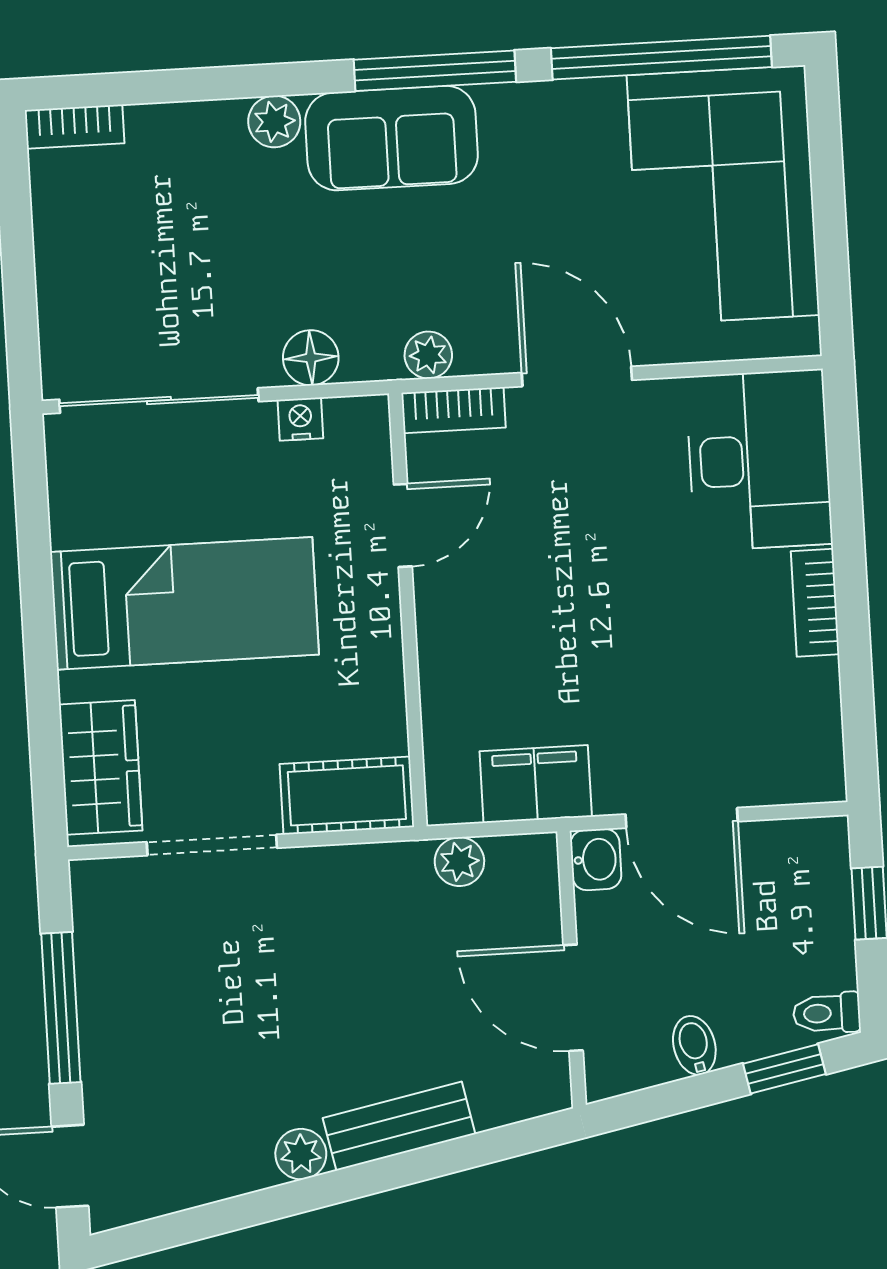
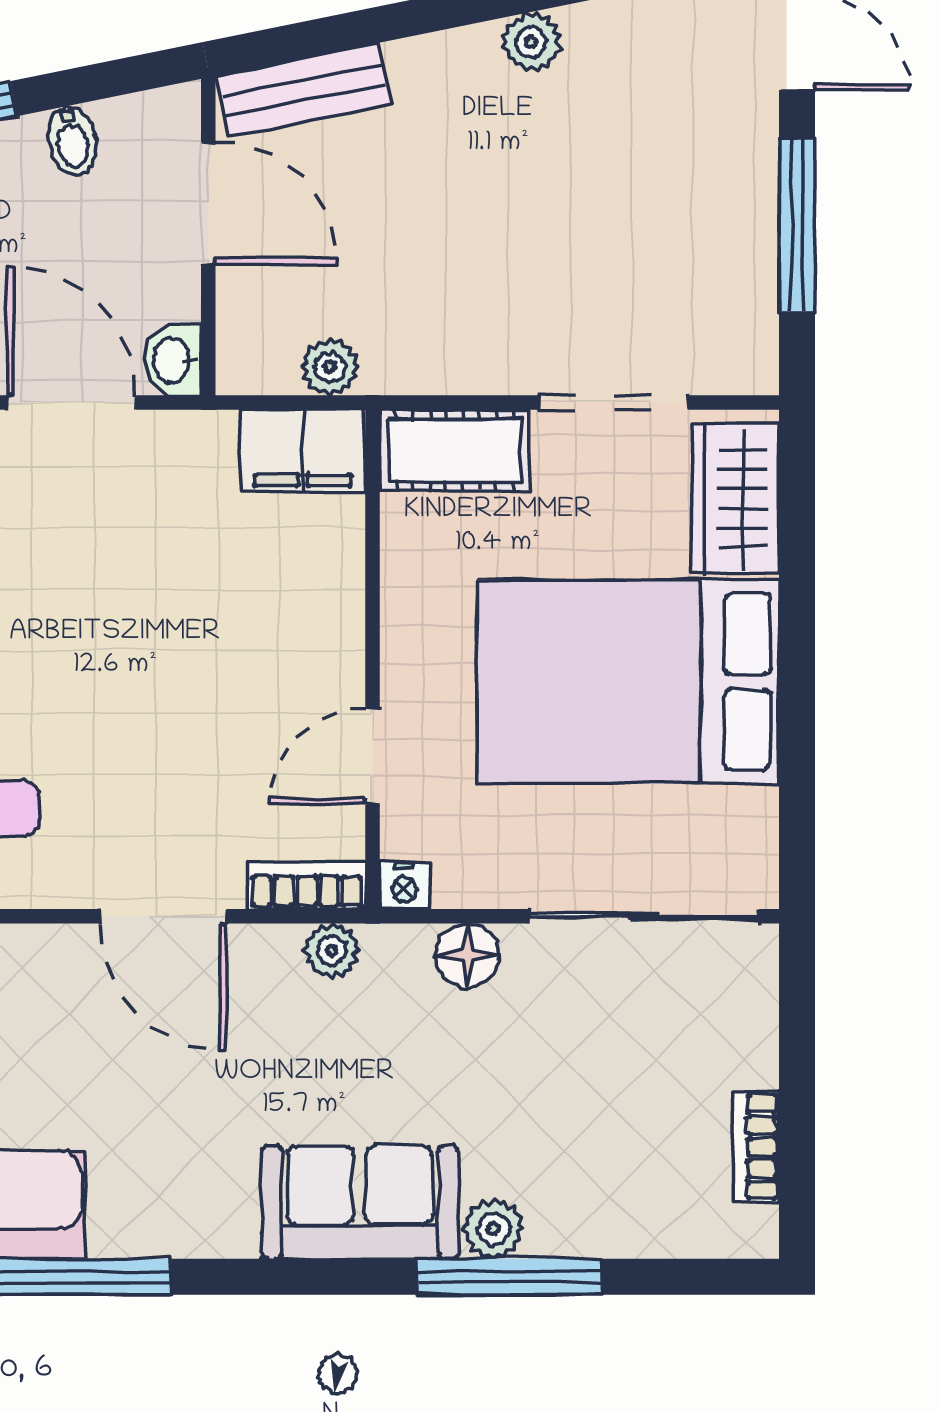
window: (435, 71) -> (510, 1277), moved
bookcase: (75, 127) -> (757, 1147), moved, turned -90
nightstand: (300, 419) -> (404, 886), moved
bed: (185, 603) -> (628, 682), width x1.50
filing cabinet: (536, 784) -> (303, 451), moved
bench: (399, 1126) -> (304, 90), moved

